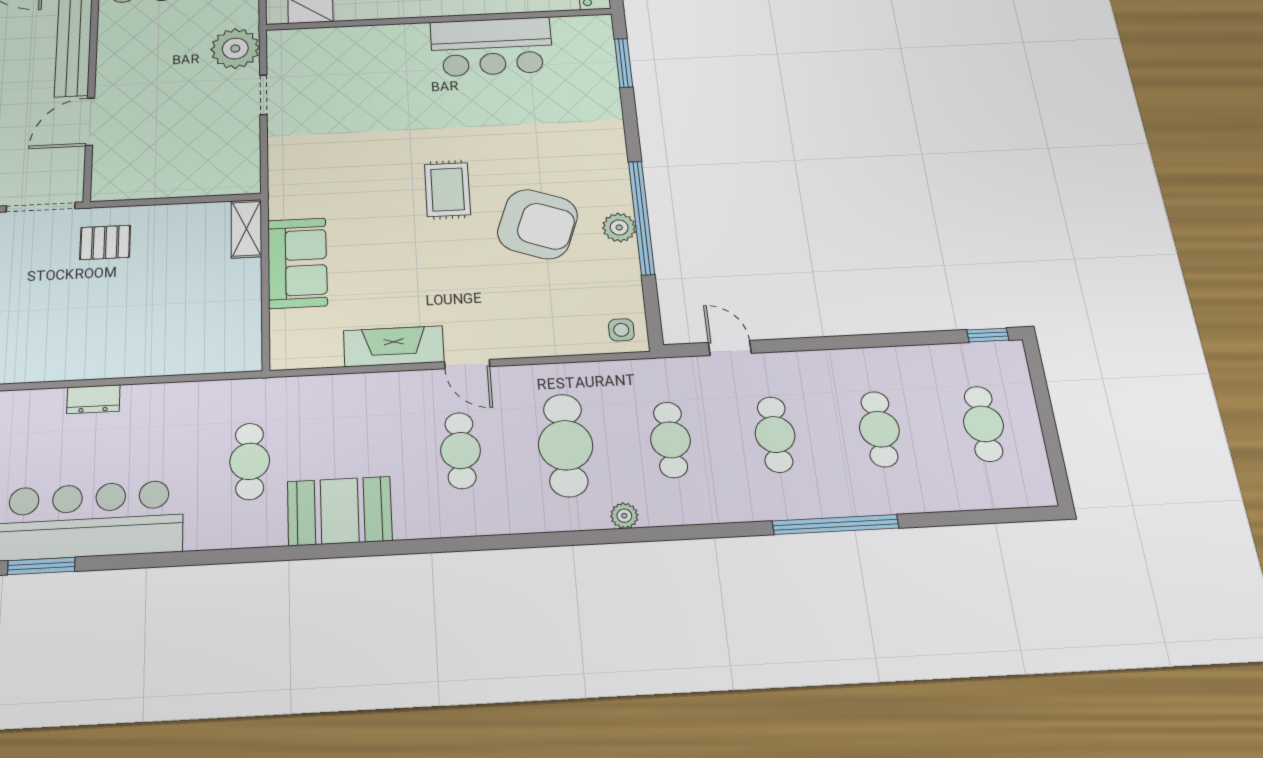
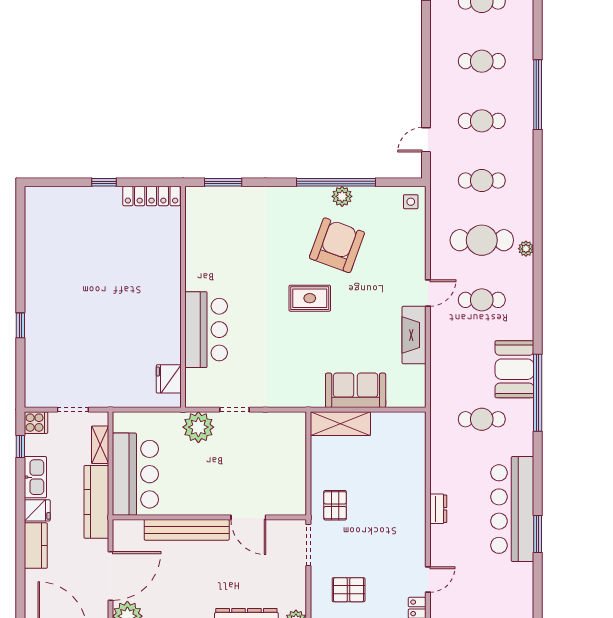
bar counter: (492, 47) -> (206, 330), moved
shelving: (246, 229) -> (340, 424), width x1.50, depth x1.33
plant: (624, 516) -> (526, 249), moved
window: (298, 553) -> (538, 393), added

